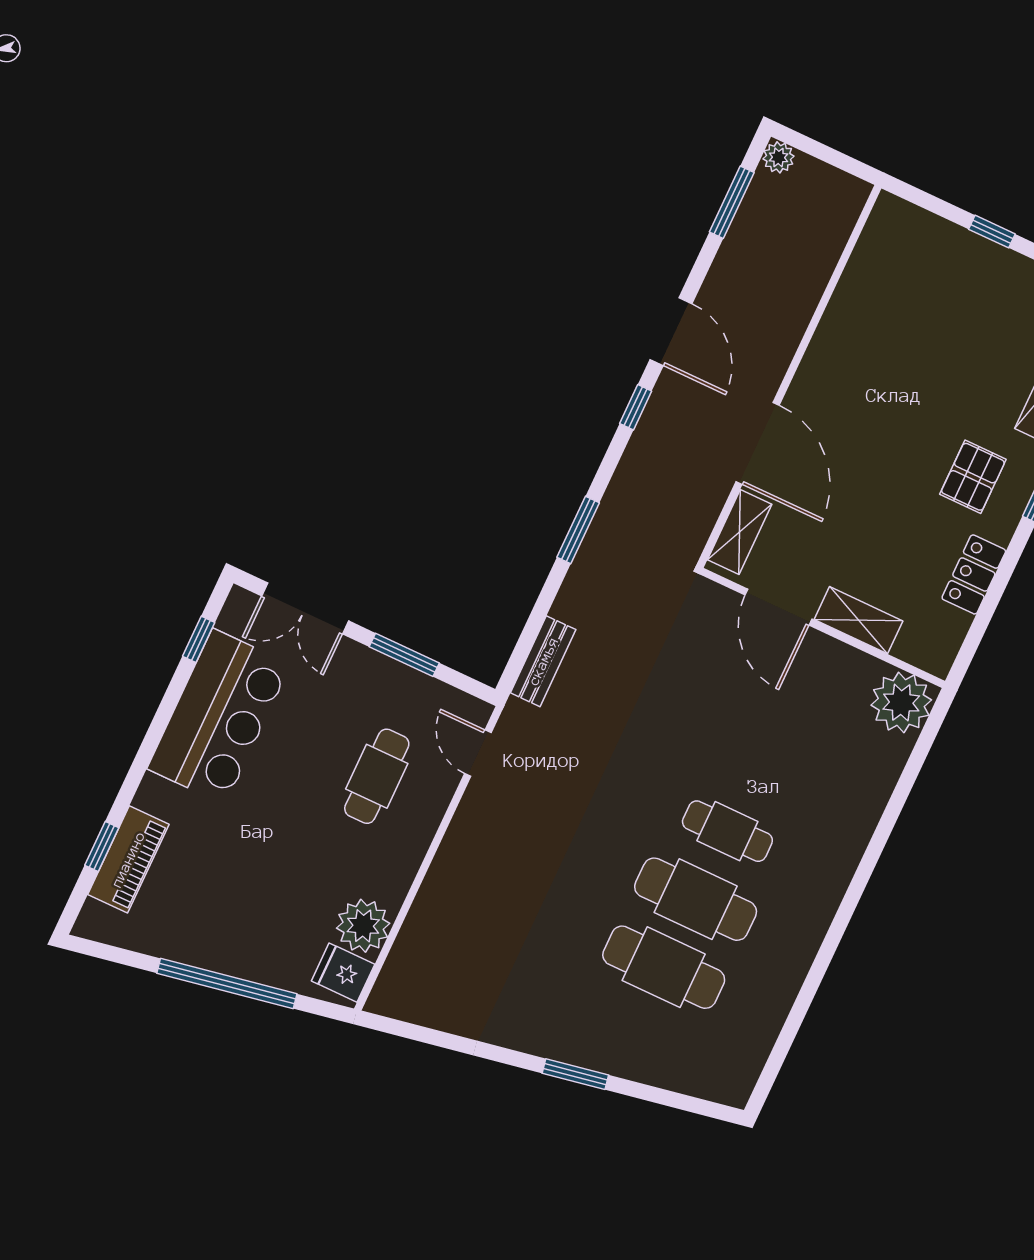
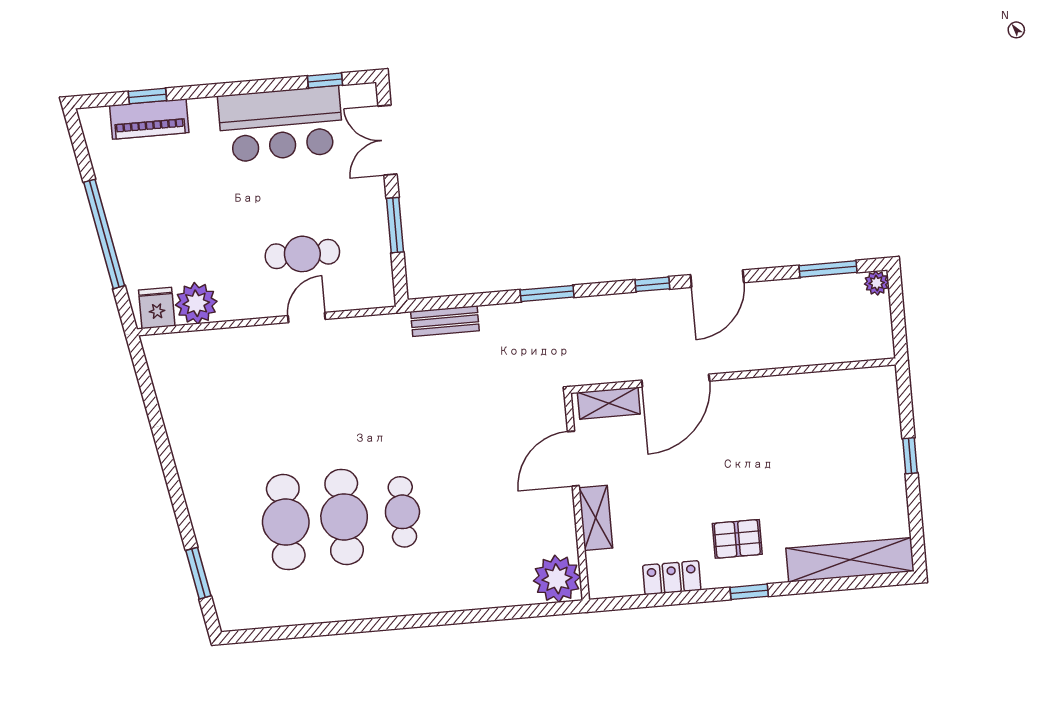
door: (478, 753) -> (307, 318), moved
window: (575, 1074) -> (198, 573), moved

